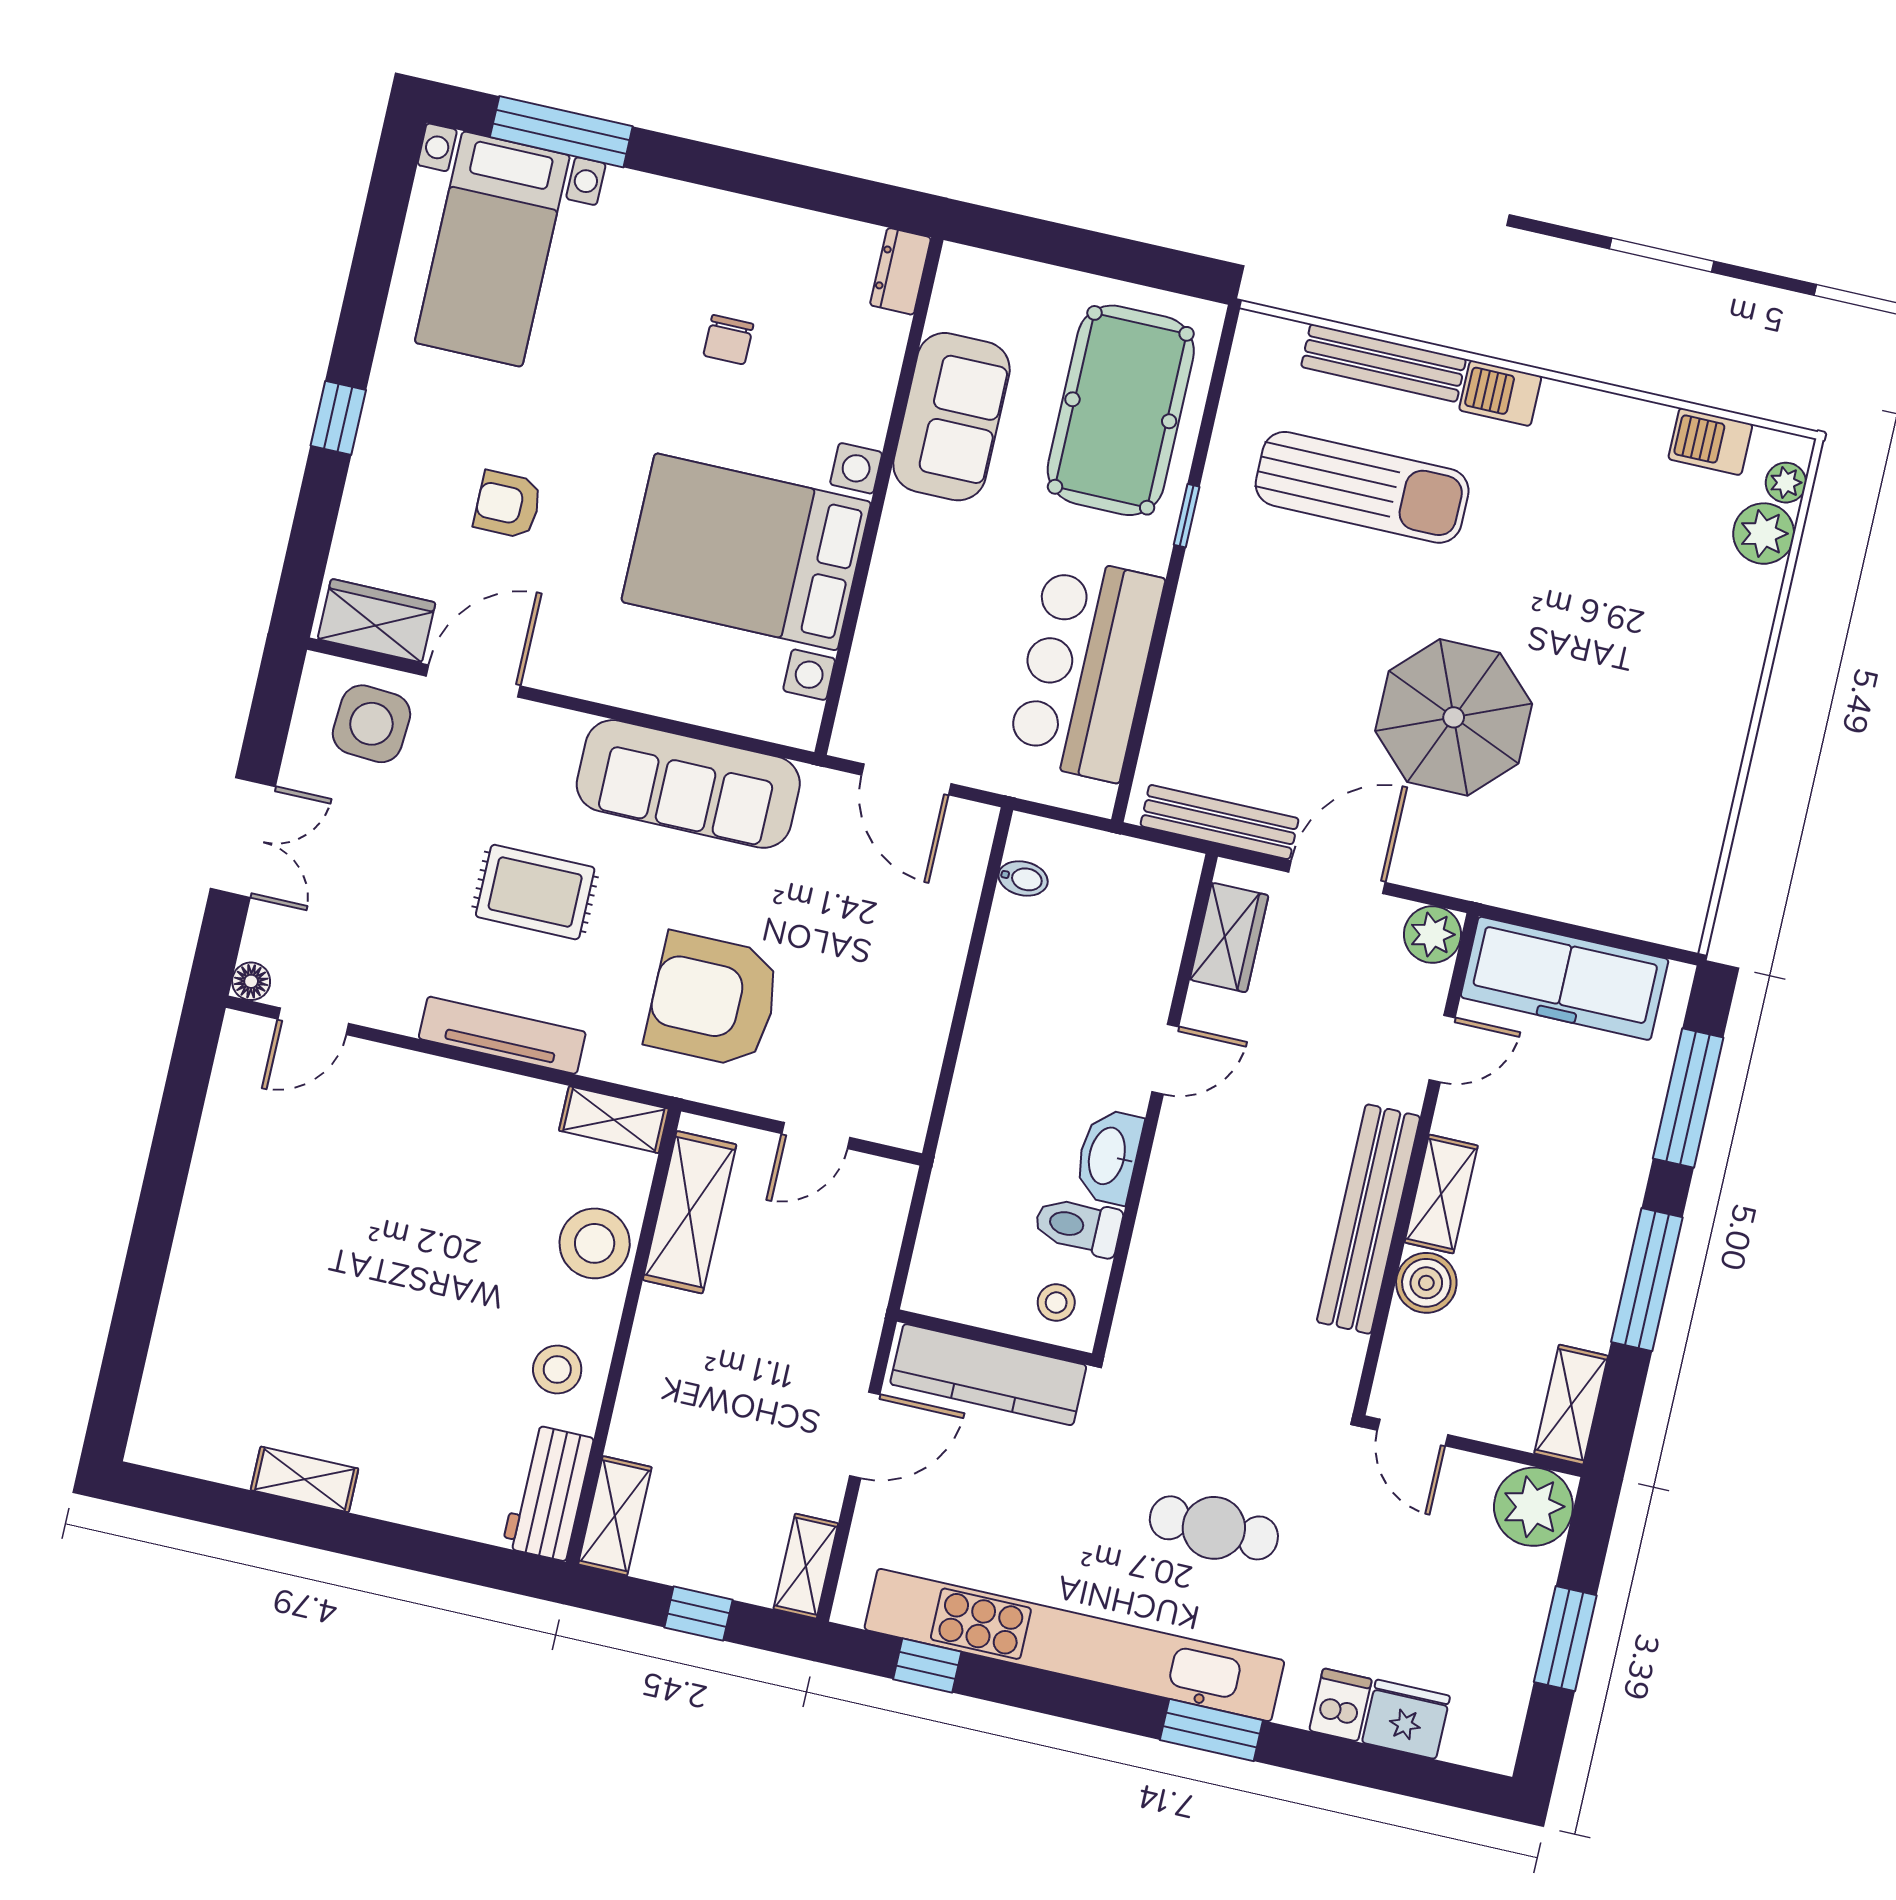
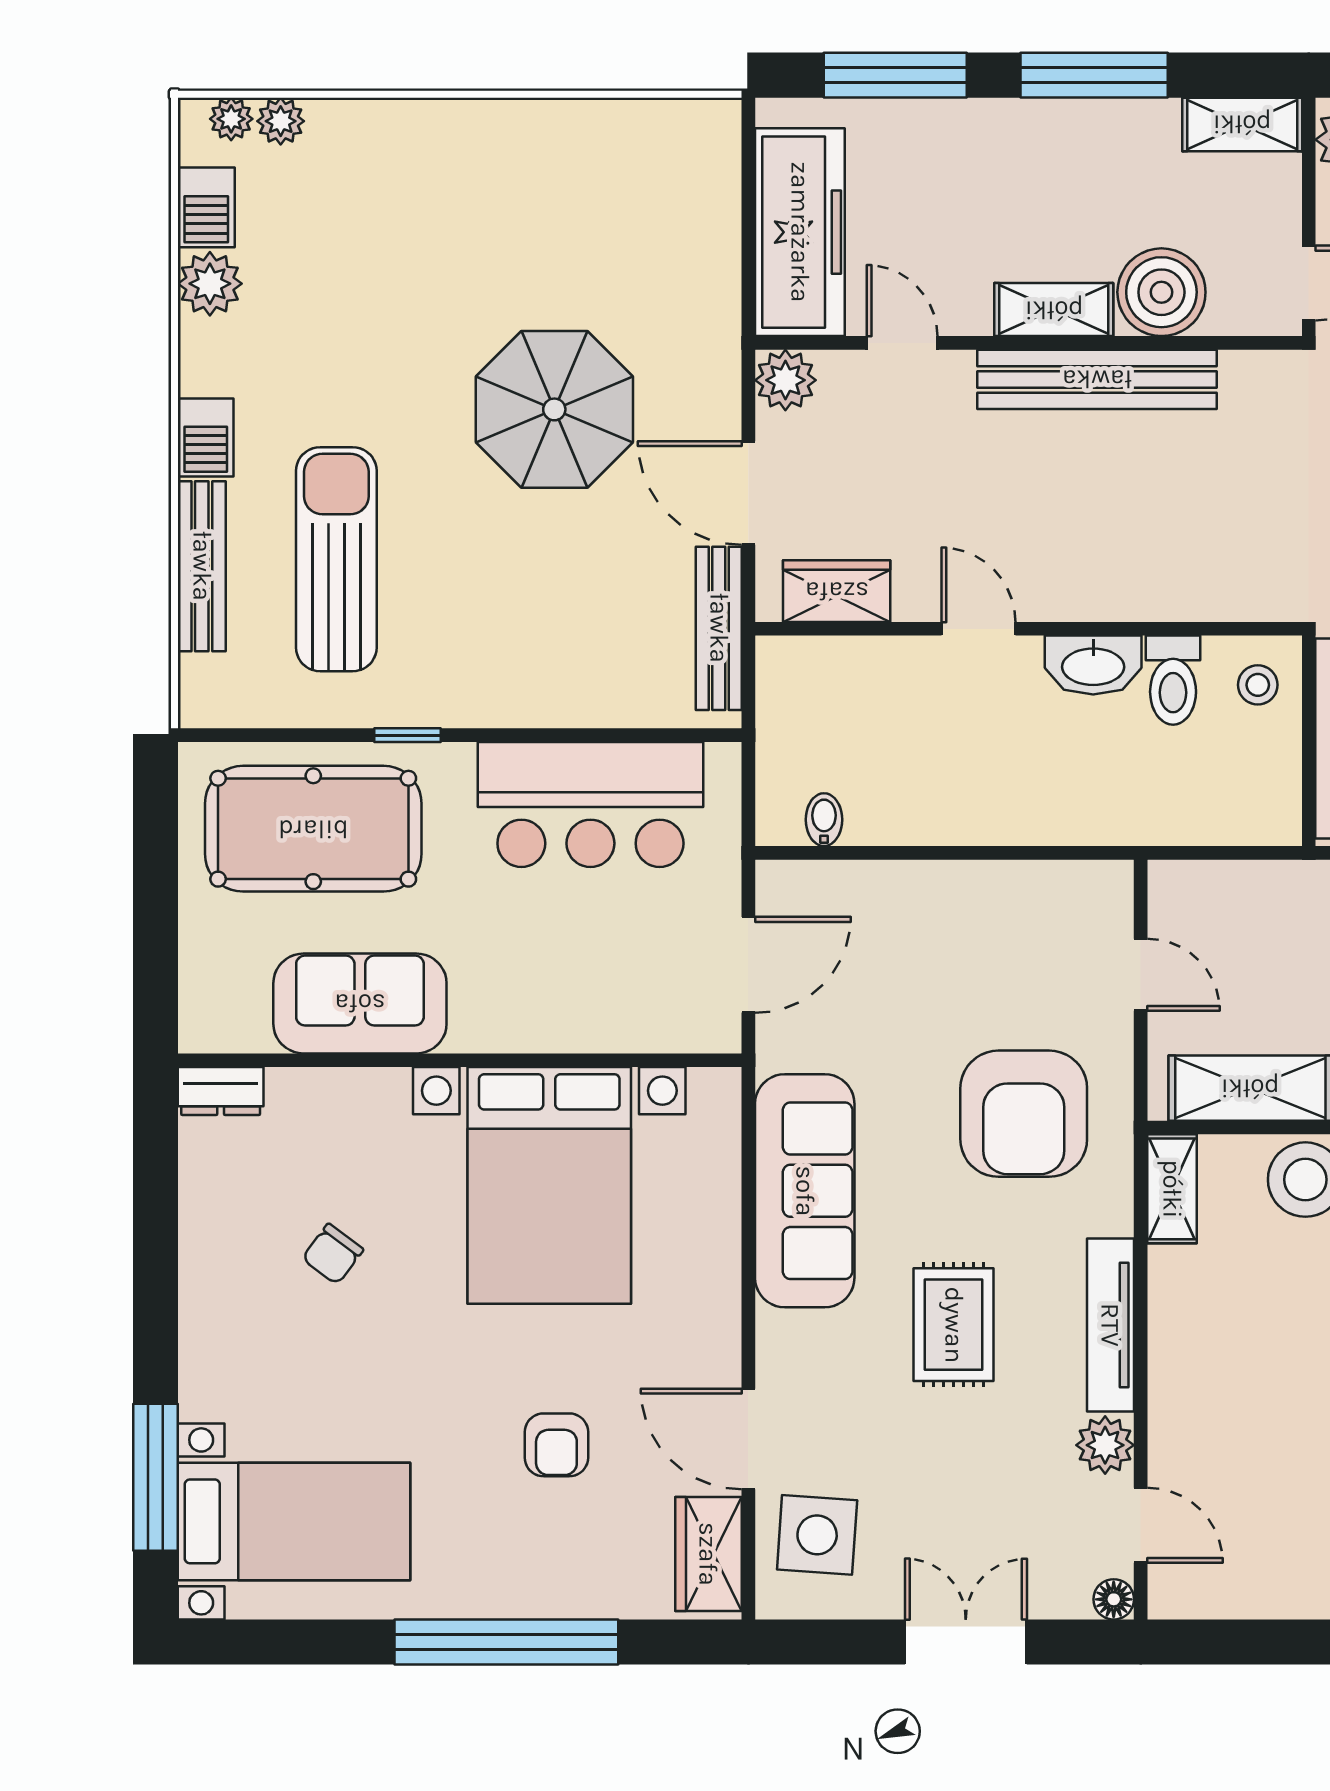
chair: (728, 340) -> (333, 1254), turned 127
window: (338, 418) -> (506, 1642), width x3.17
plant: (1640, 429) -> (210, 284), added
plant: (1764, 534) -> (281, 121), width x0.73, depth x0.73
plant: (394, 1005) -> (1105, 1445), added
boiler: (1426, 1283) -> (1161, 292), width x1.37, depth x1.37

